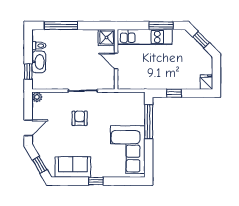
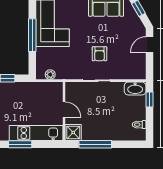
window: (61, 26) -> (95, 144), moved
washbasin: (39, 62) -> (135, 88), moved, turned -90
plant: (37, 97) -> (50, 75), moved
window: (149, 122) -> (32, 35), moved

